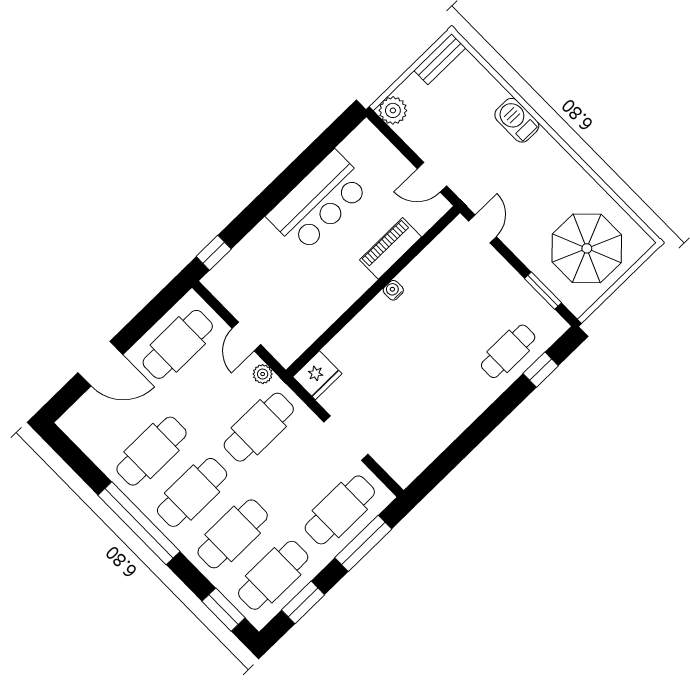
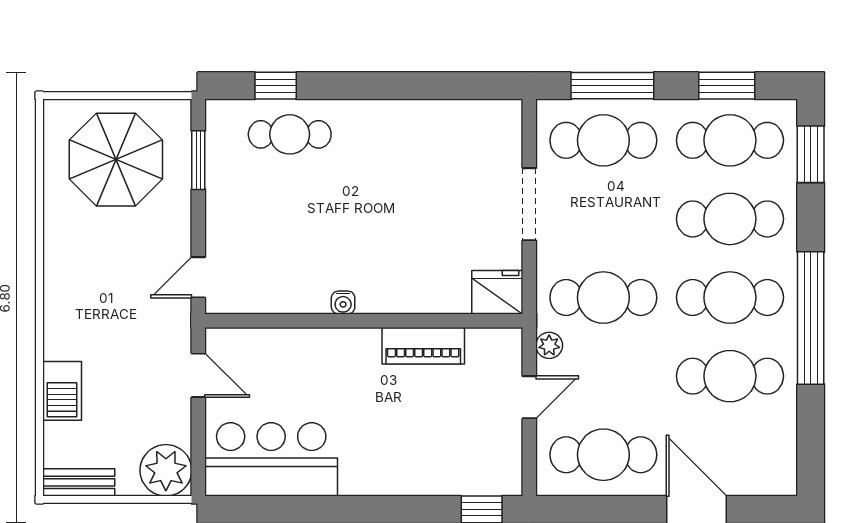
plant: (393, 110) -> (166, 470), width x1.36, depth x1.36
barbecue: (517, 120) -> (62, 391), moved
bar counter: (319, 202) -> (271, 459), moved
piano: (391, 248) -> (423, 346), moved

